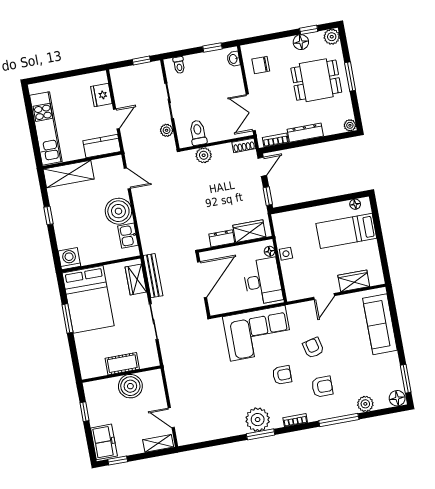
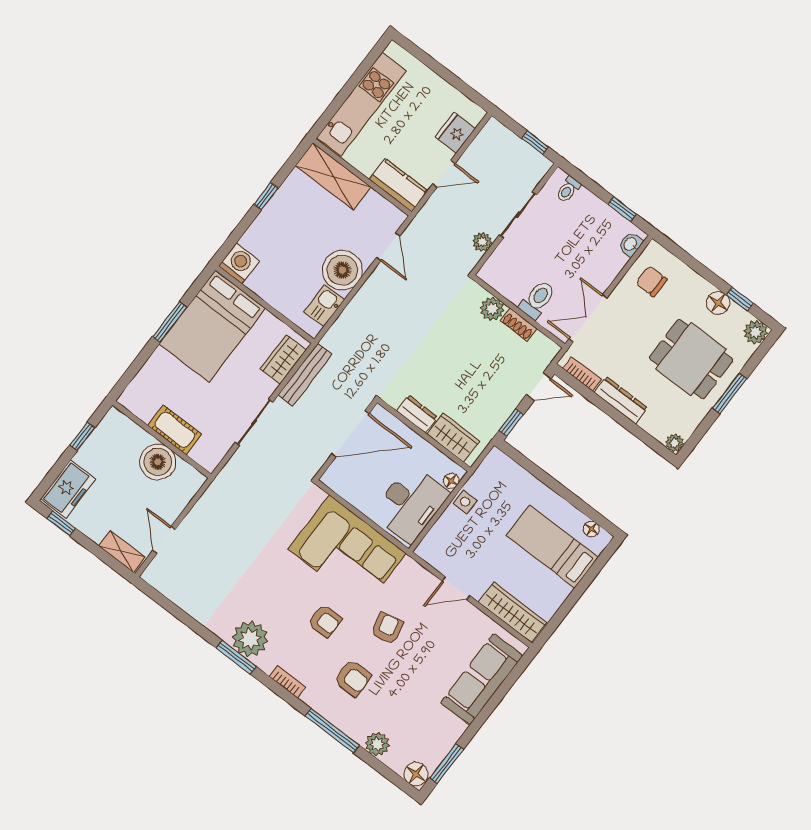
toilet: (198, 133) -> (537, 300), moved
shoe rack: (244, 145) -> (519, 325), moved
wardrobe: (354, 281) -> (513, 612), width x1.50

